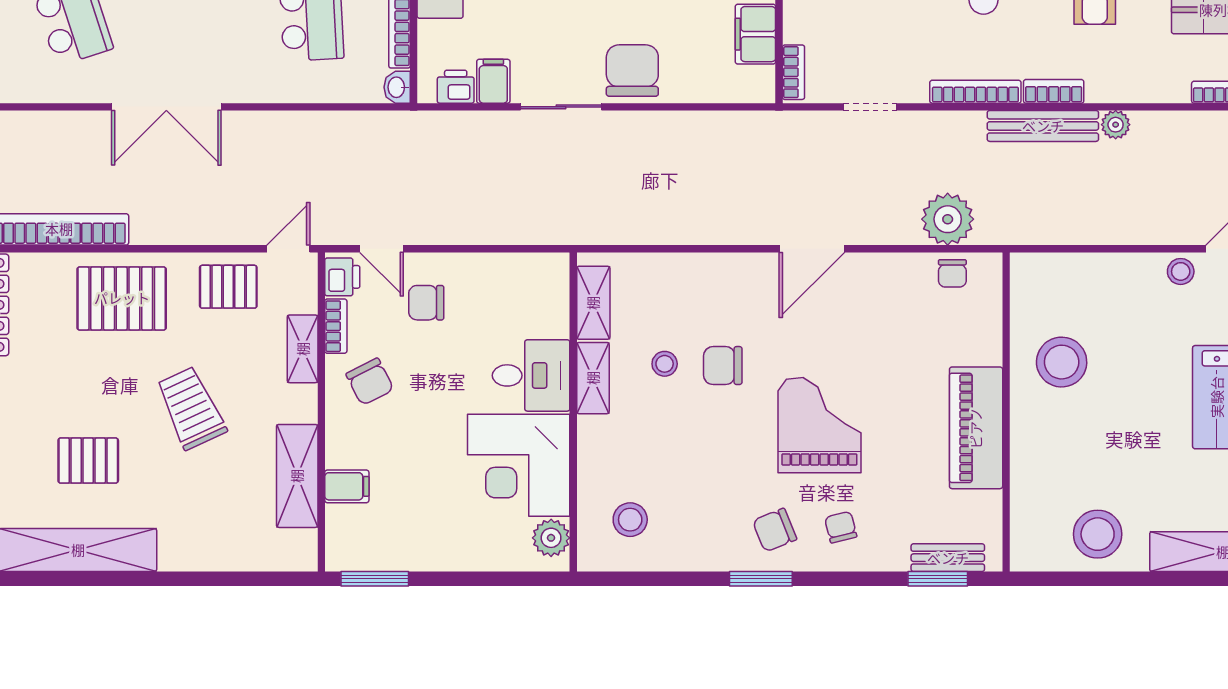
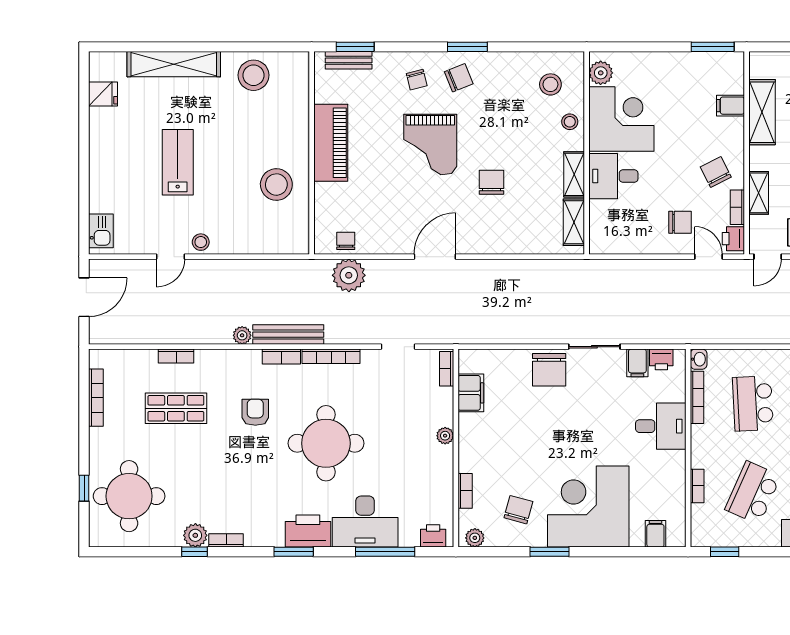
stool: (665, 364) -> (570, 122), moved
chair: (723, 366) -> (492, 182), turned -90

